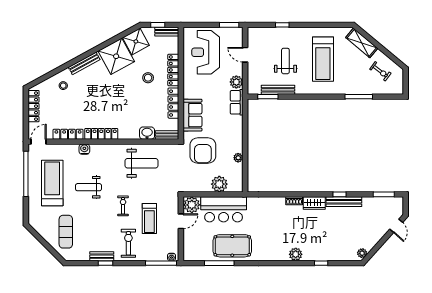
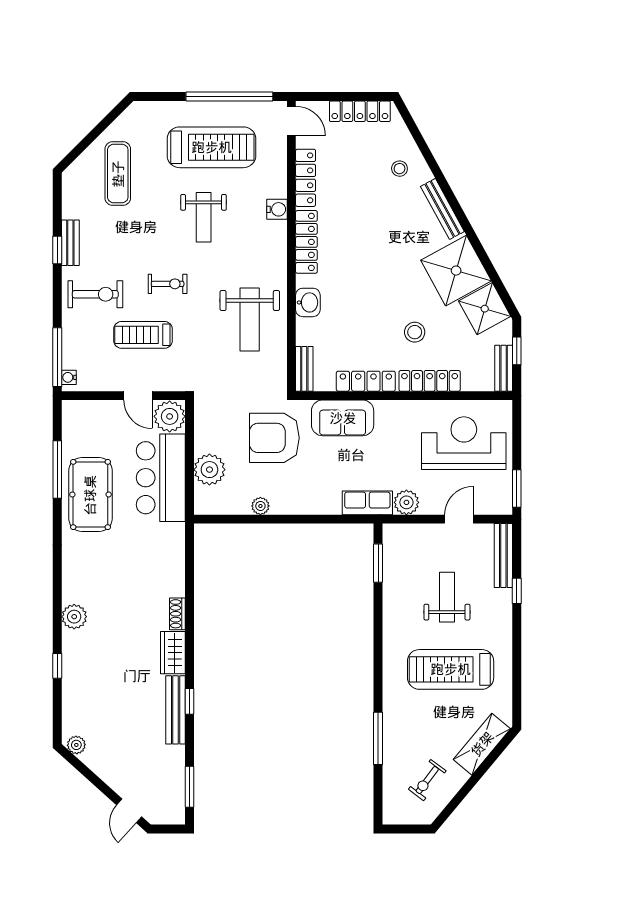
weight bench: (285, 61) -> (447, 597), turned -90
bench: (278, 90) -> (503, 556), moved
washbasin: (147, 133) -> (308, 302), moved
weight bench: (88, 187) -> (204, 217), turned 180
door: (396, 226) -> (129, 811), hinge flipped
exercise mat: (66, 232) -> (118, 174), turned 90

